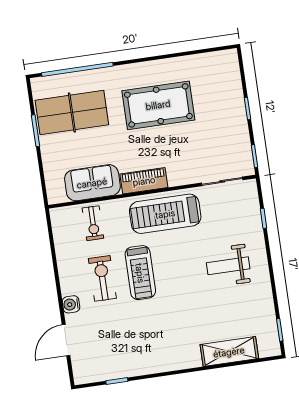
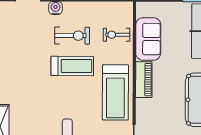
treadmill: (165, 214) -> (115, 92), turned 180
treadmill: (140, 273) -> (72, 66), turned 180

